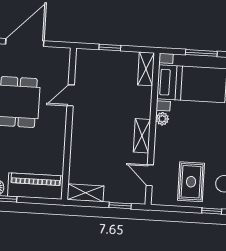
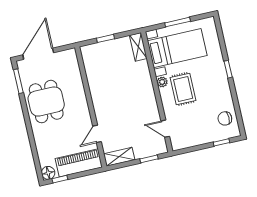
door: (71, 95) -> (97, 134), moved
shelving: (142, 136) -> (150, 100), removed
rug: (191, 182) -> (183, 89), moved

